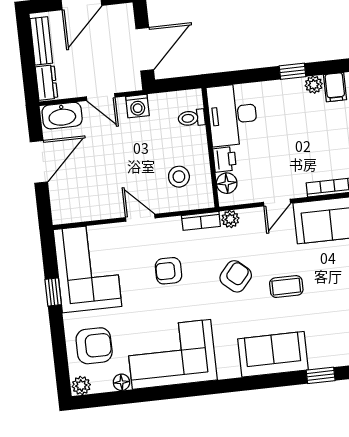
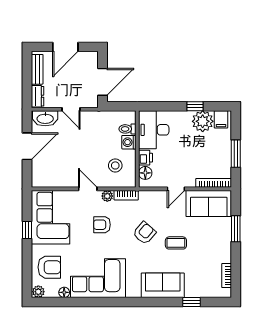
plant: (314, 85) -> (203, 121), width x1.87, depth x1.87
washing machine: (137, 106) -> (129, 142), moved, turned 90
plant: (230, 219) -> (107, 196), moved

